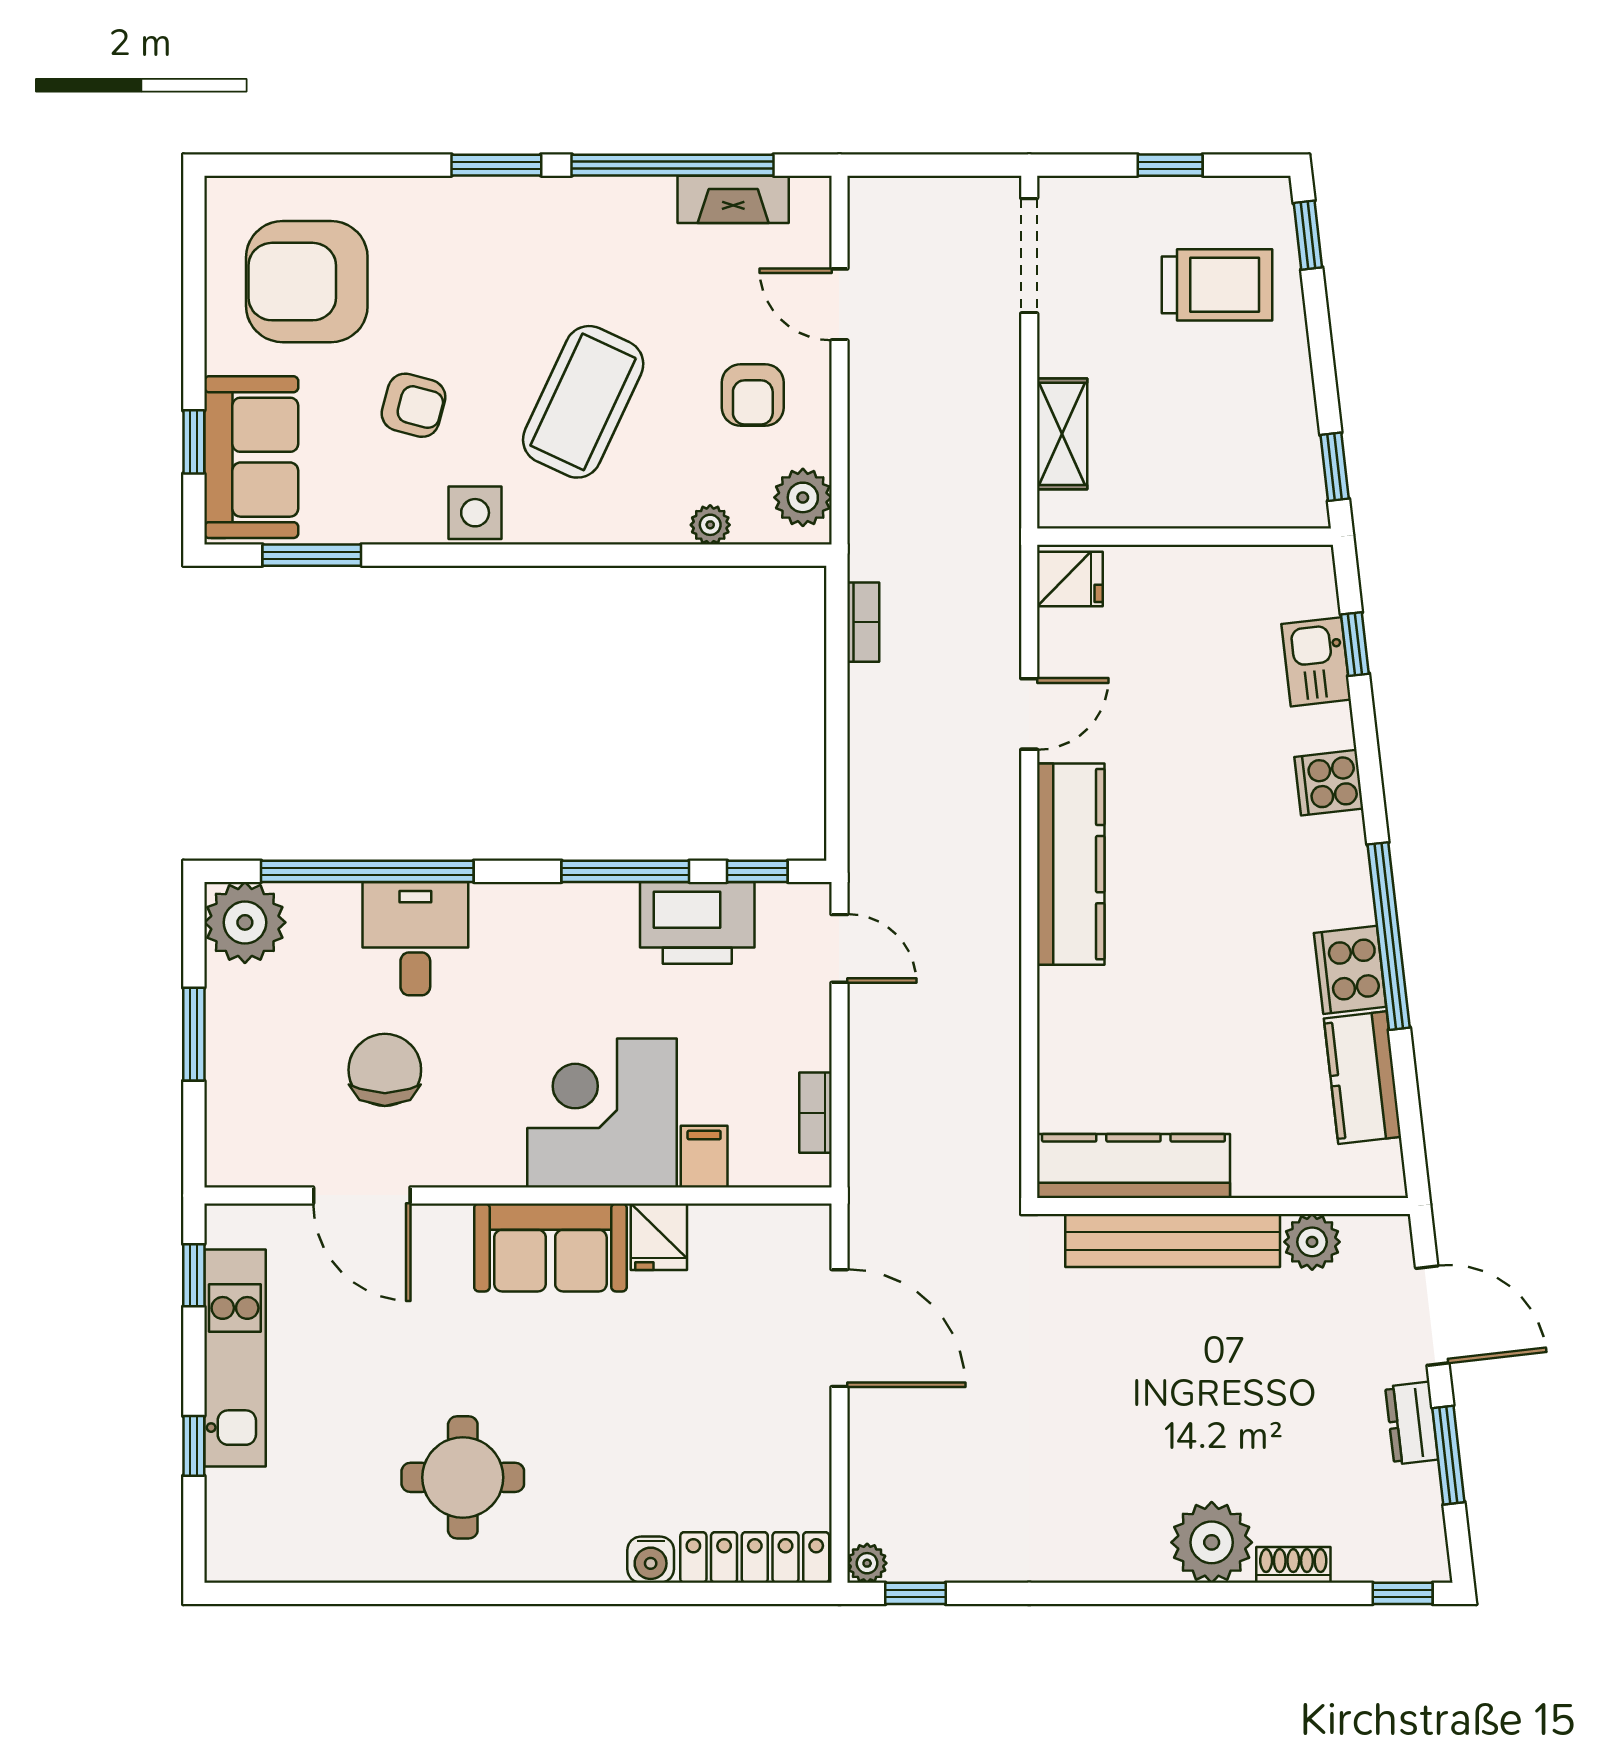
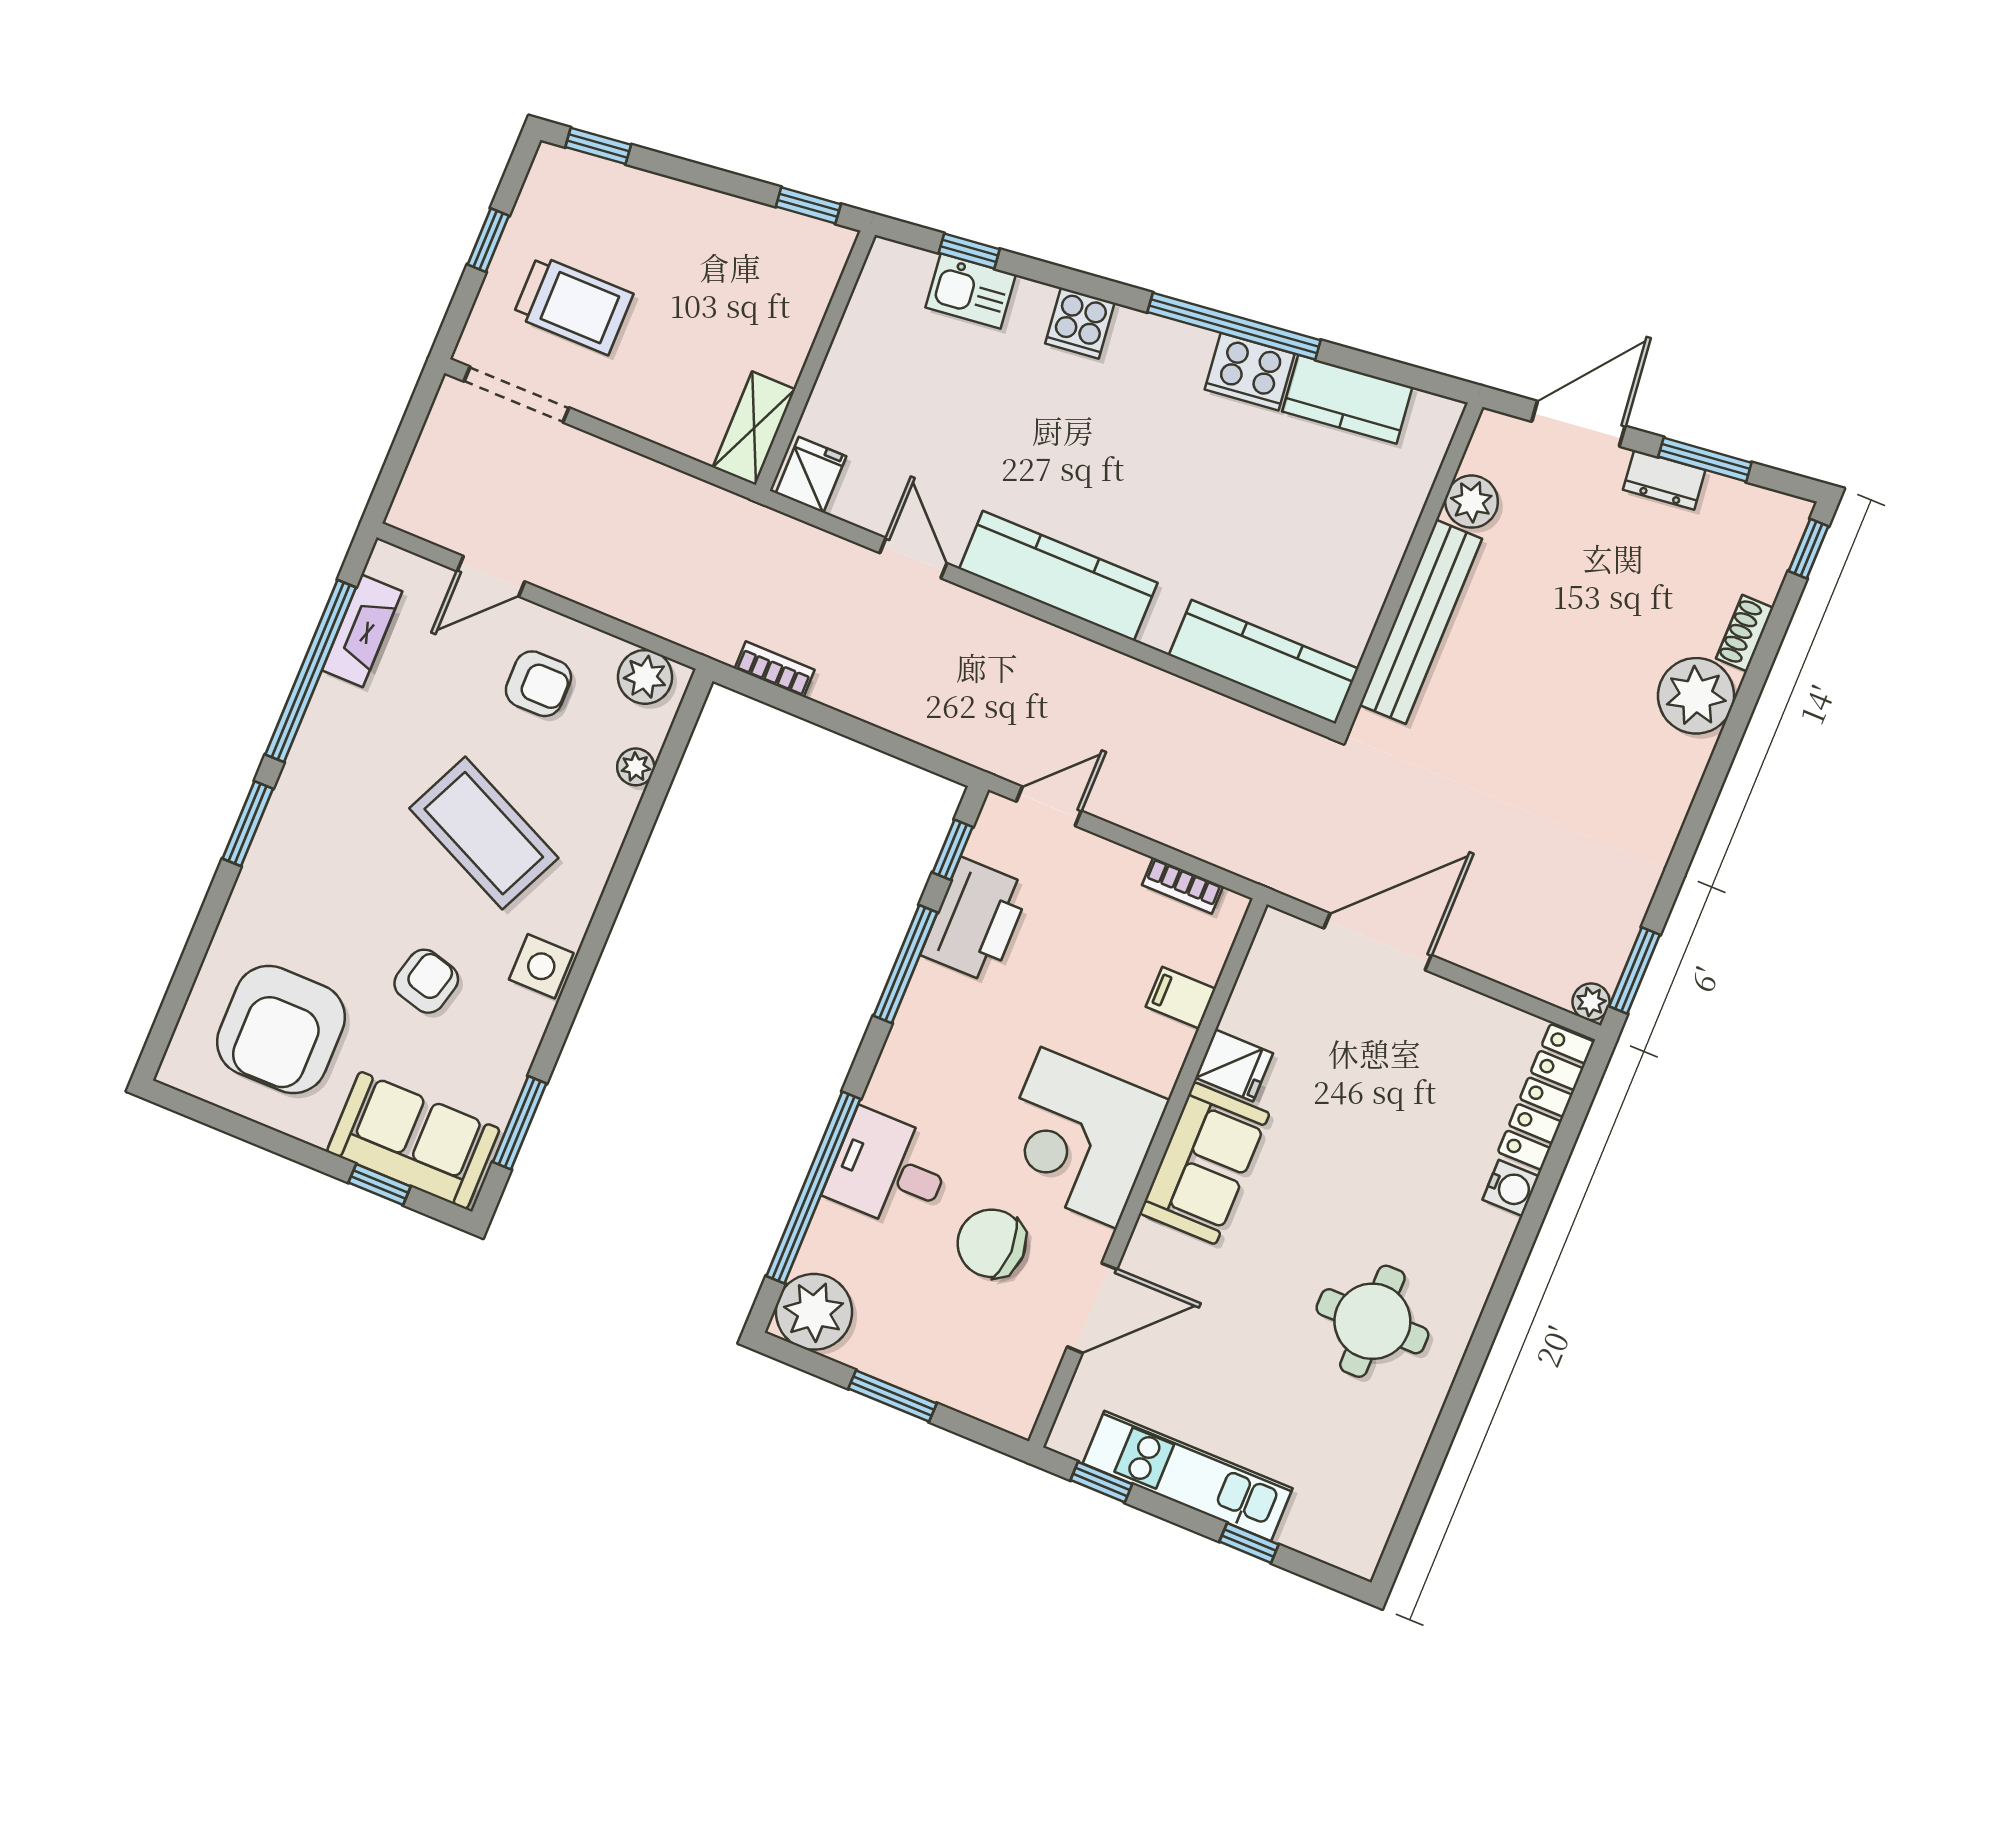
trolley: (1217, 285) -> (573, 305), moved, turned 90
shelving: (1062, 434) -> (754, 428), moved, turned 90
corner desk: (602, 1113) -> (1079, 1138), moved
kitchen counter: (1133, 1166) -> (1264, 662), moved, turned 90
window: (916, 1593) -> (1635, 971), width x1.50

